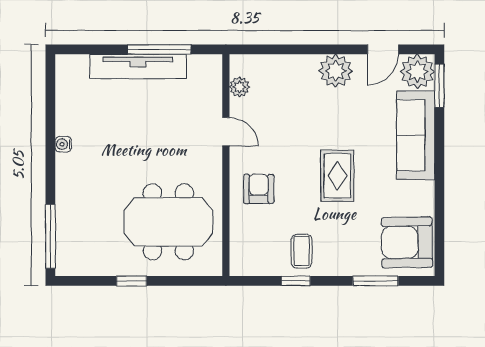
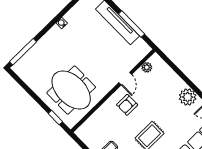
armchair: (259, 189) -> (127, 105), moved, turned 180
window: (132, 281) -> (55, 118), moved

